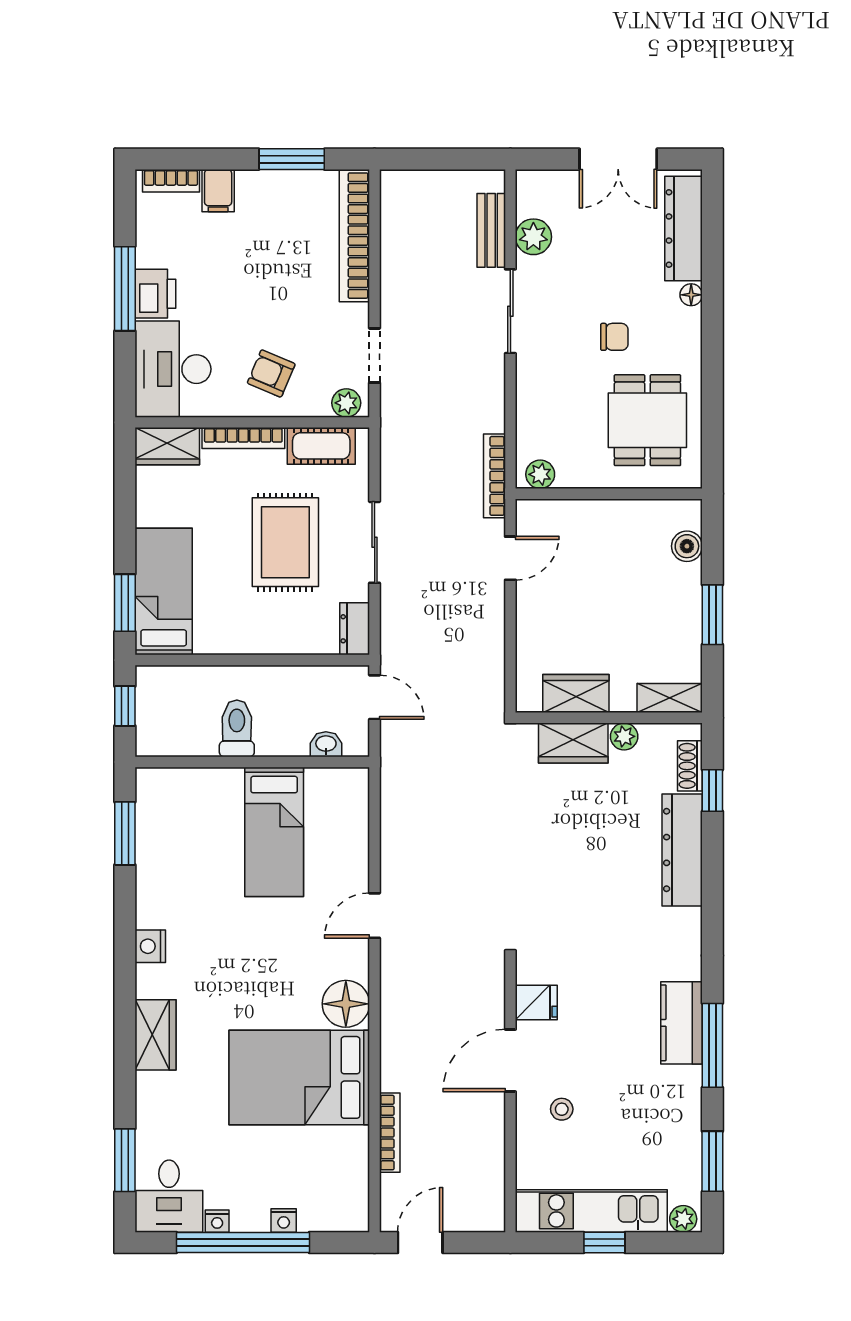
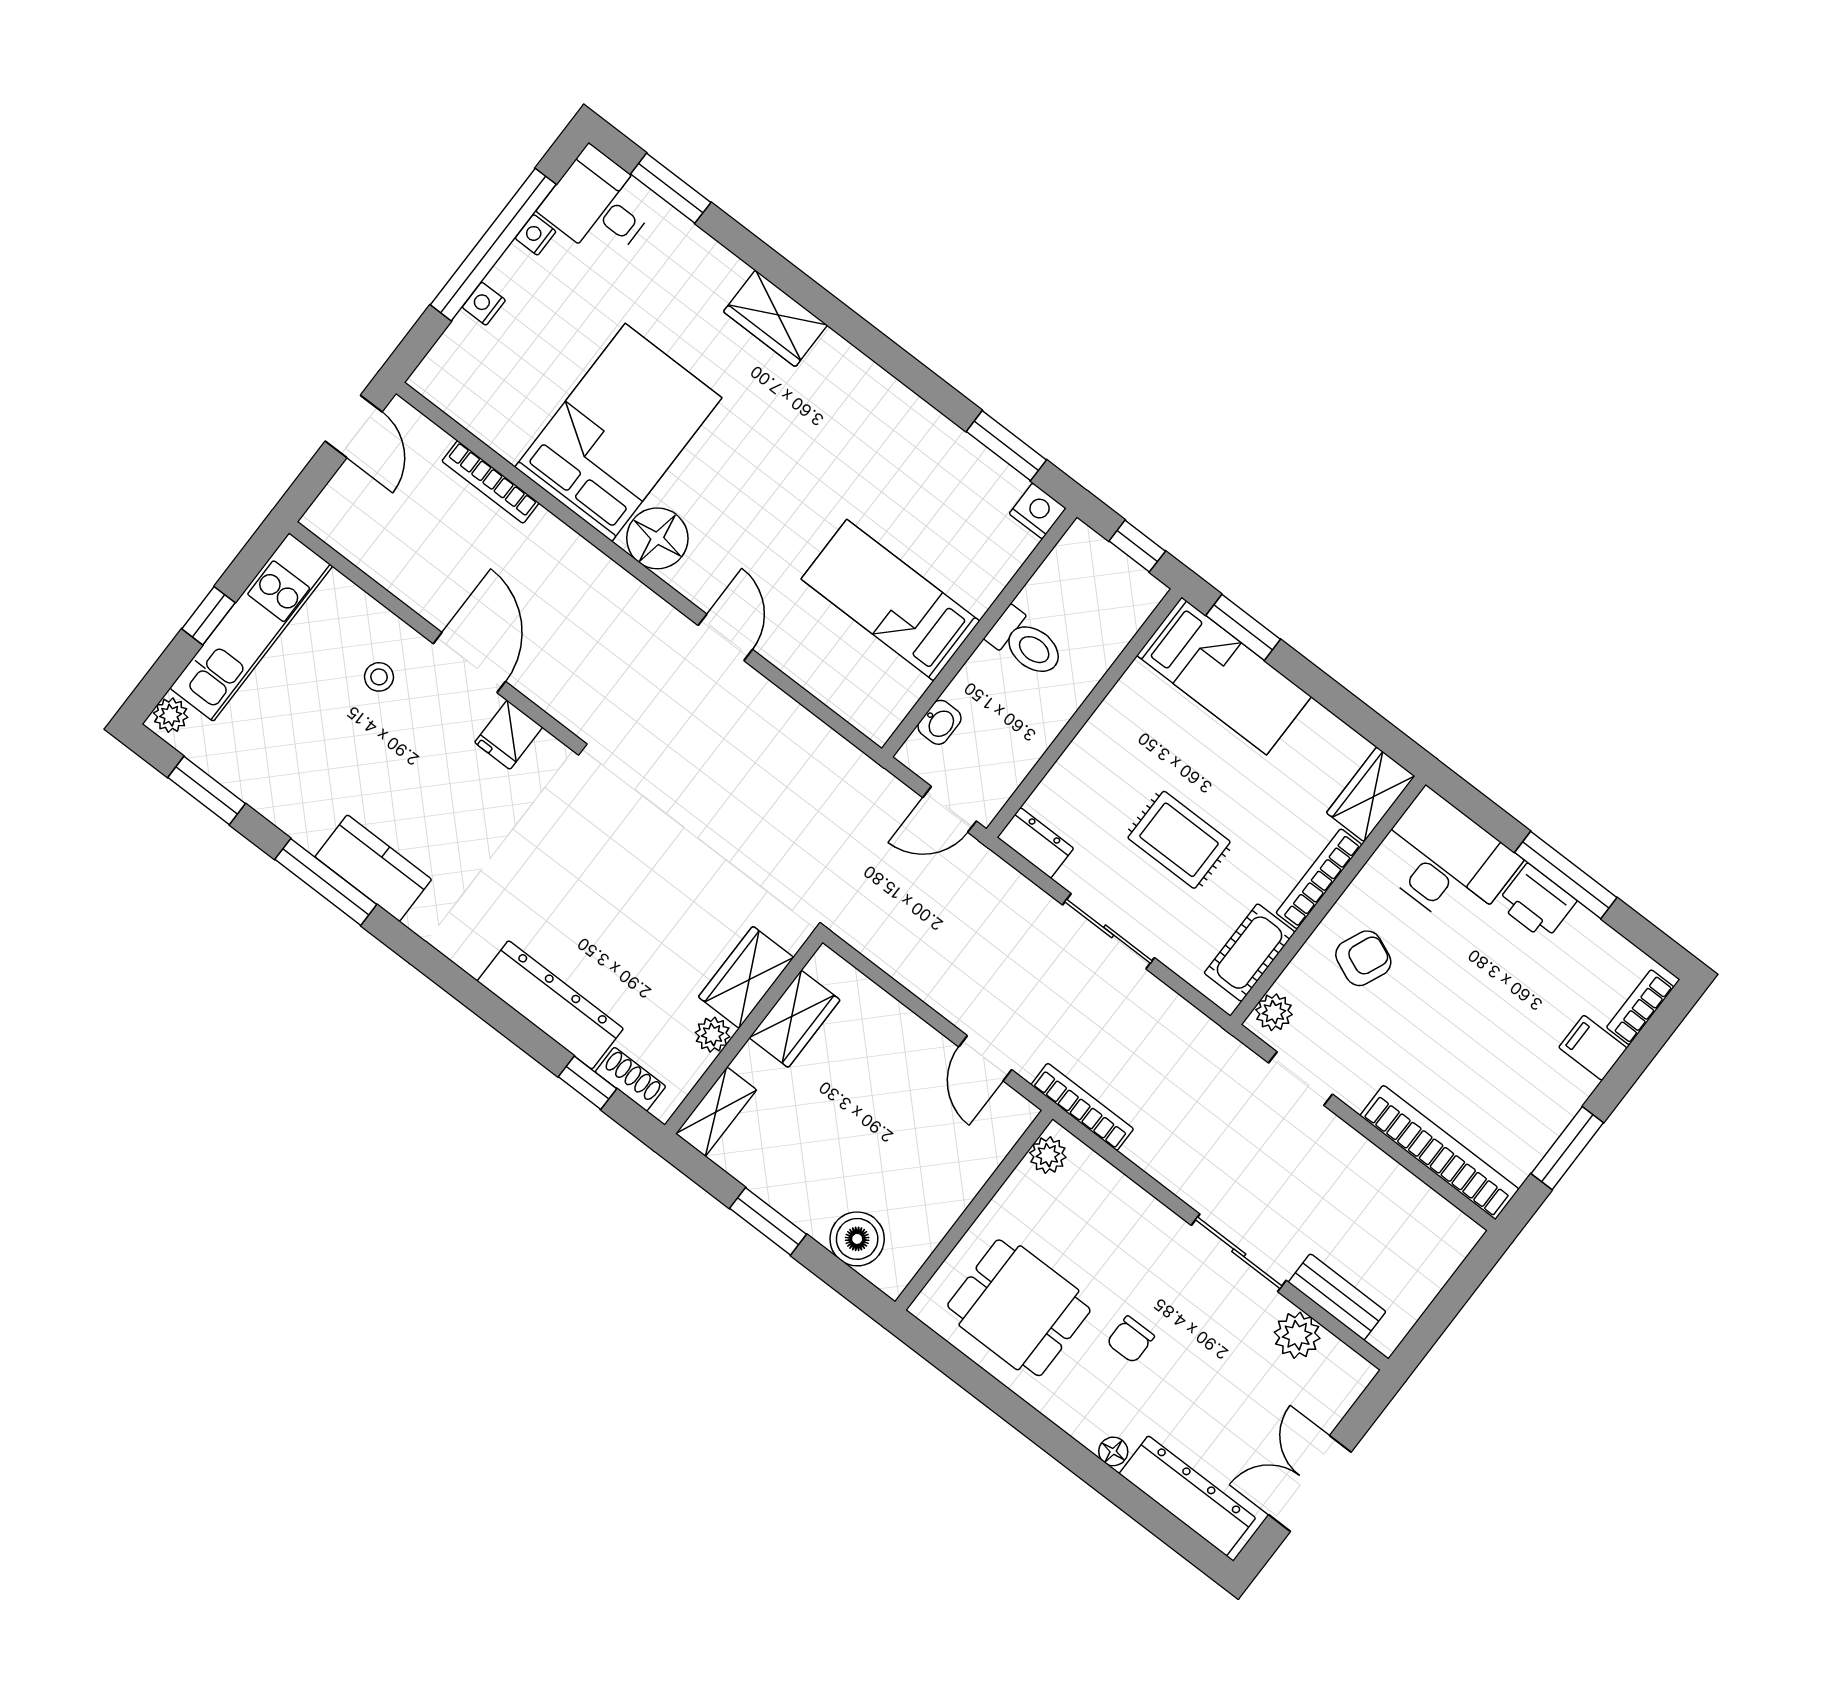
rug: (285, 542) -> (1179, 840), width x0.73, depth x0.70
boiler: (687, 546) -> (857, 1239), width x1.36, depth x1.36
nightstand: (150, 946) -> (1038, 511), moved

